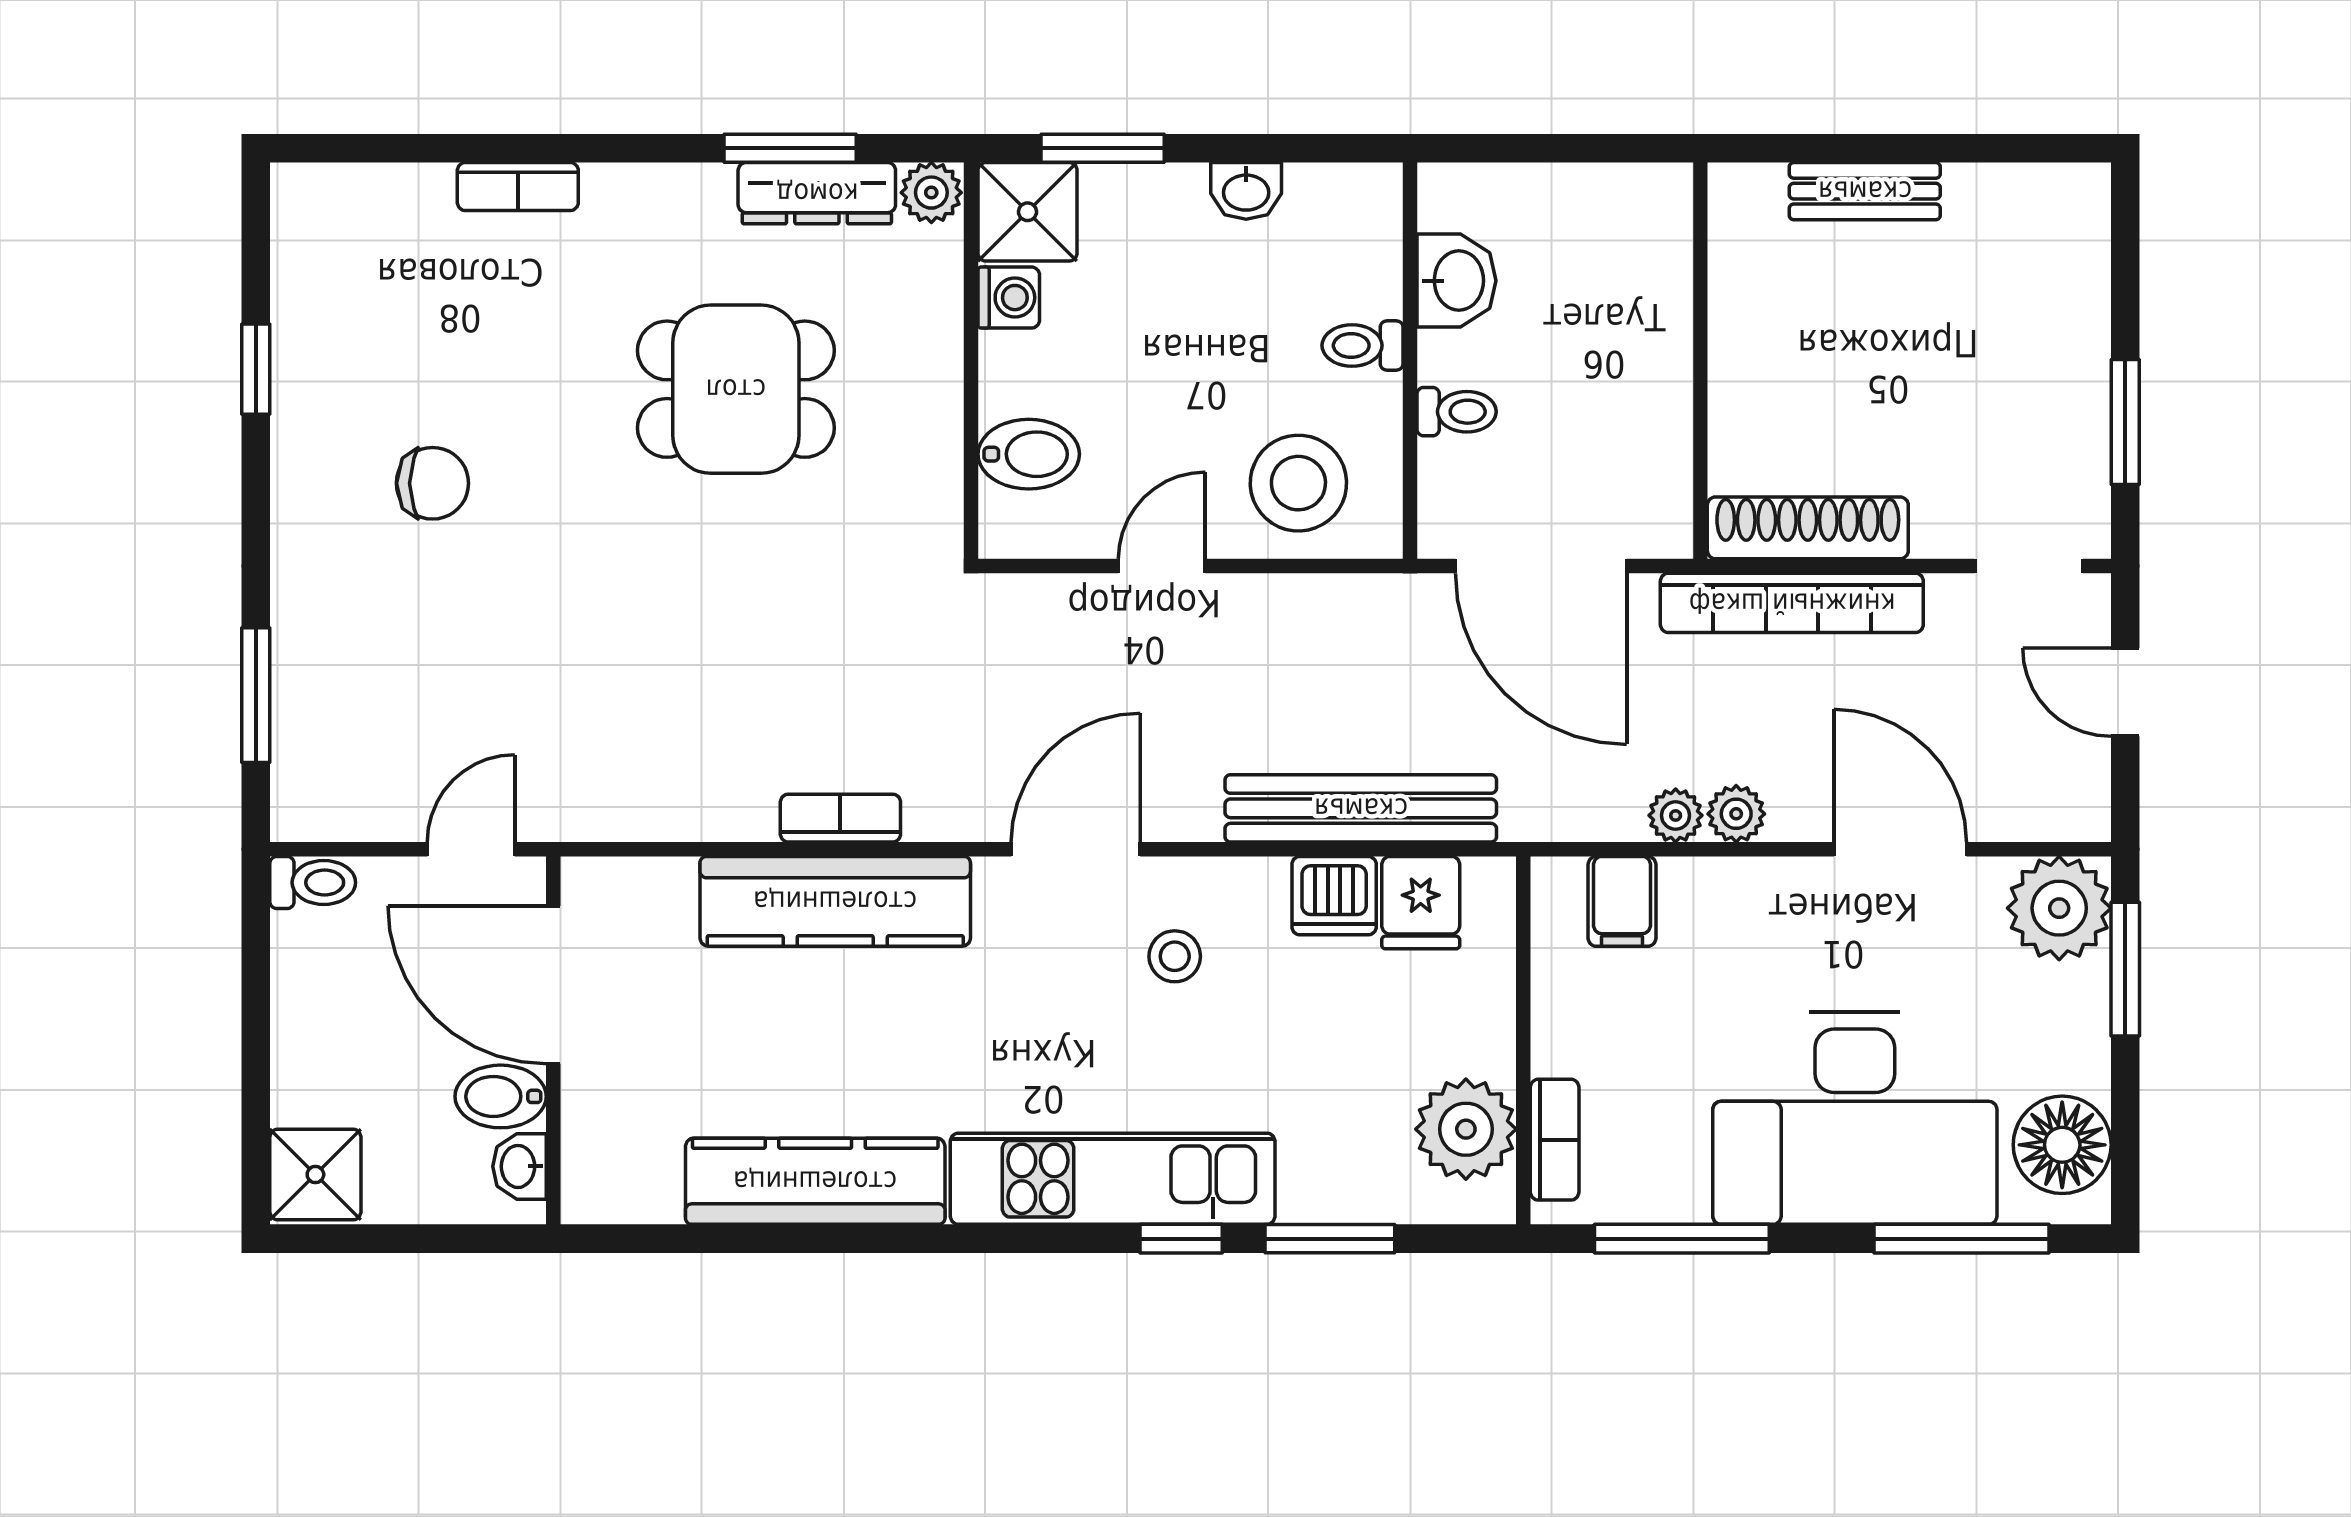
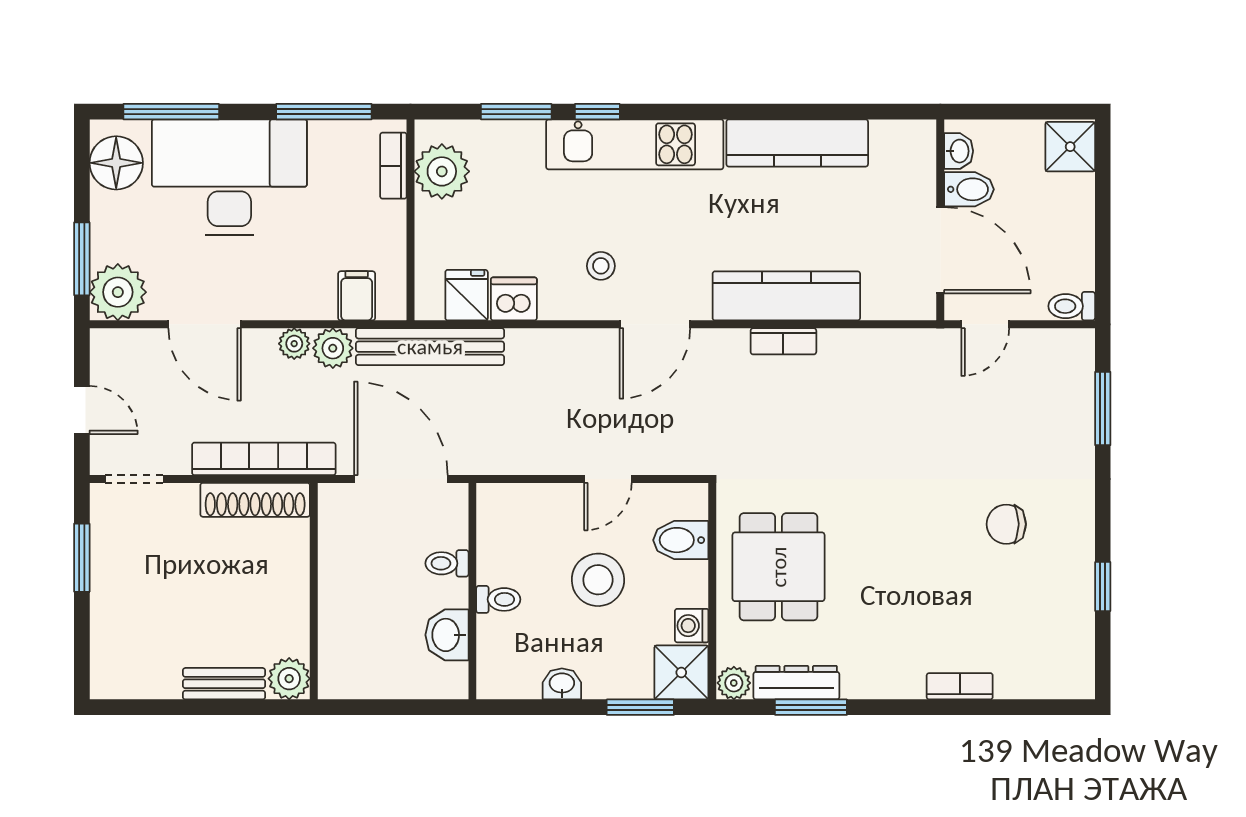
plant: (1746, 200) -> (289, 679), added
dining table: (736, 389) -> (779, 567), moved, turned 90
stool: (1298, 483) -> (598, 580), moved
bench: (1361, 808) -> (430, 347), moved
plant: (1676, 815) -> (333, 348), width x1.38, depth x1.38

